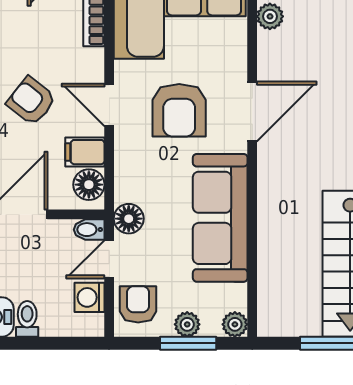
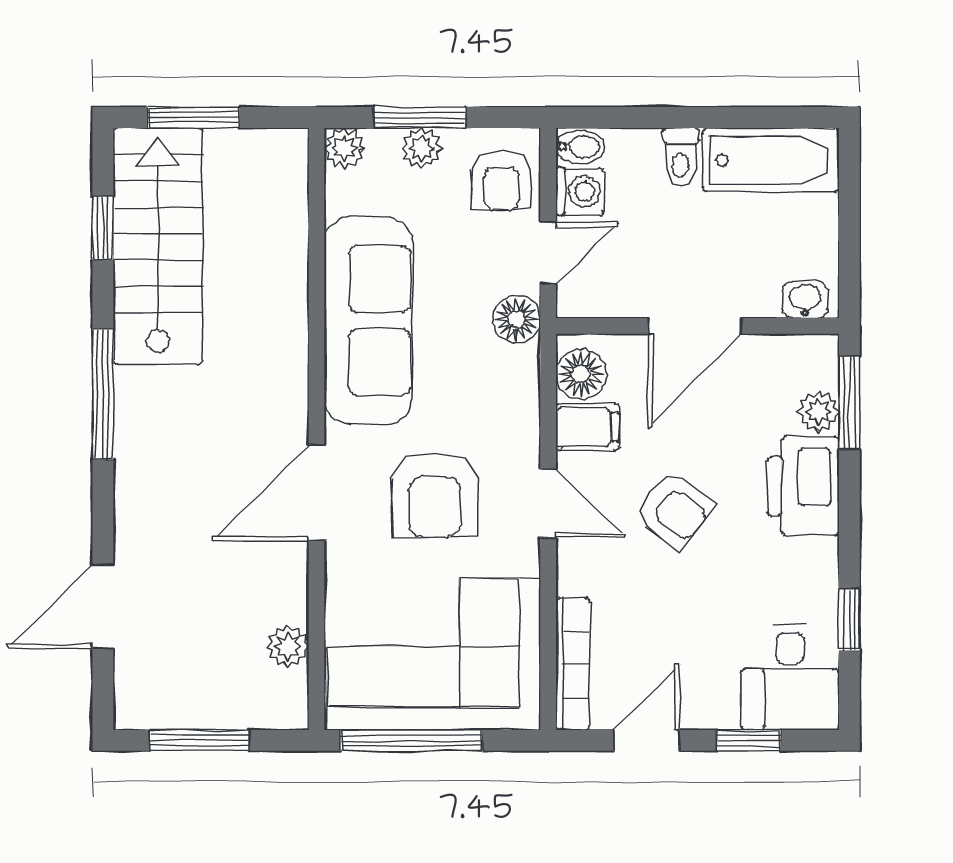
armchair: (179, 110) -> (435, 495), turned 180
bidet: (89, 230) -> (581, 147), moved

